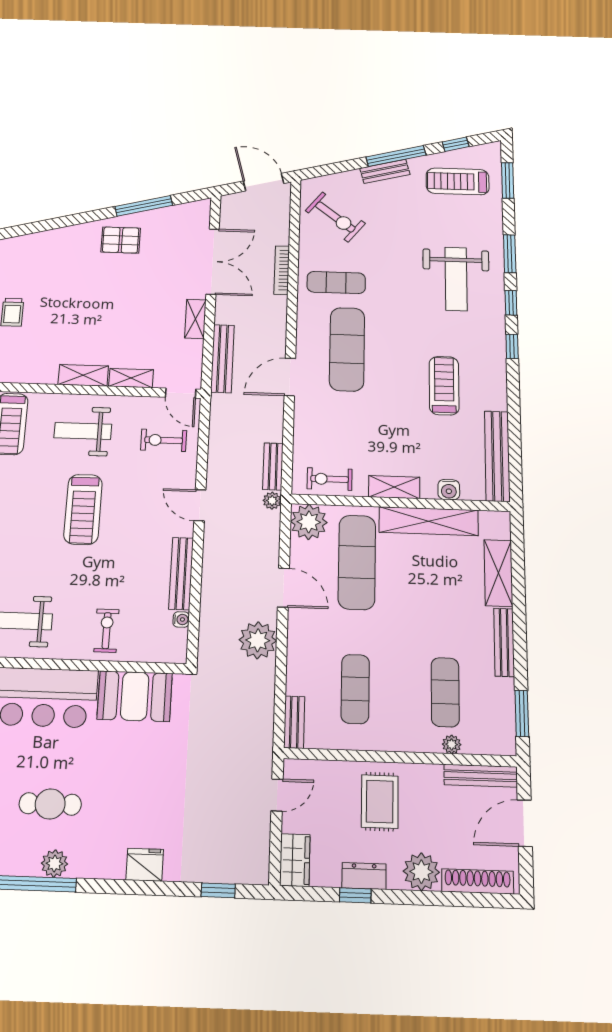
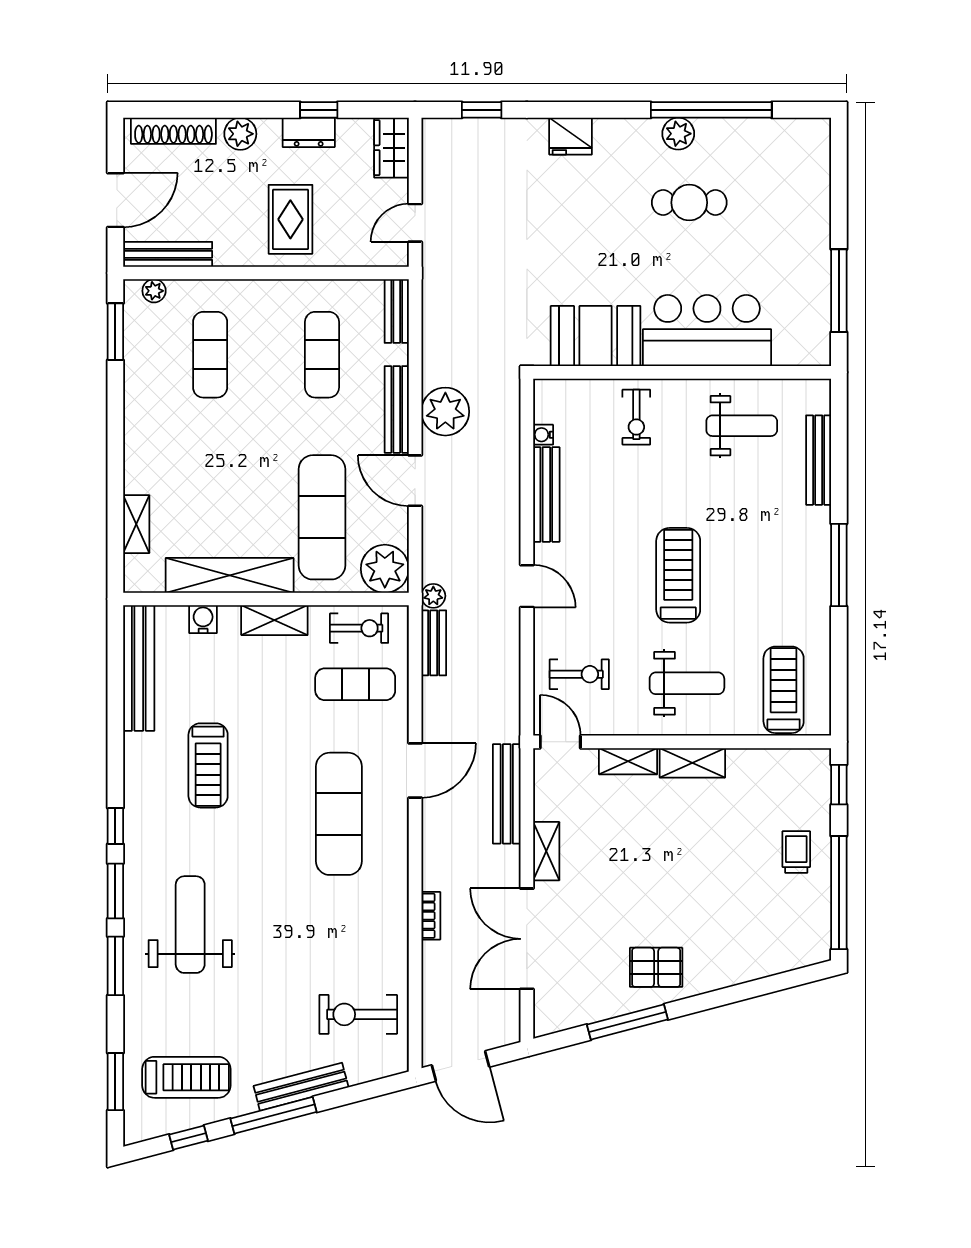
bench: (385, 171) -> (301, 1087), width x1.36
exercise bike: (335, 217) -> (358, 1014), turned -38
bookcase: (282, 270) -> (431, 916), width x0.64
exercise mat: (336, 283) -> (355, 684), moved
window: (511, 303) -> (115, 891), width x1.50
shelving: (498, 573) -> (136, 524), width x0.67, depth x0.75
bench: (504, 642) -> (397, 409), moved
plant: (452, 744) -> (154, 291), moved
plant: (421, 872) -> (240, 134), width x0.73, depth x0.73

